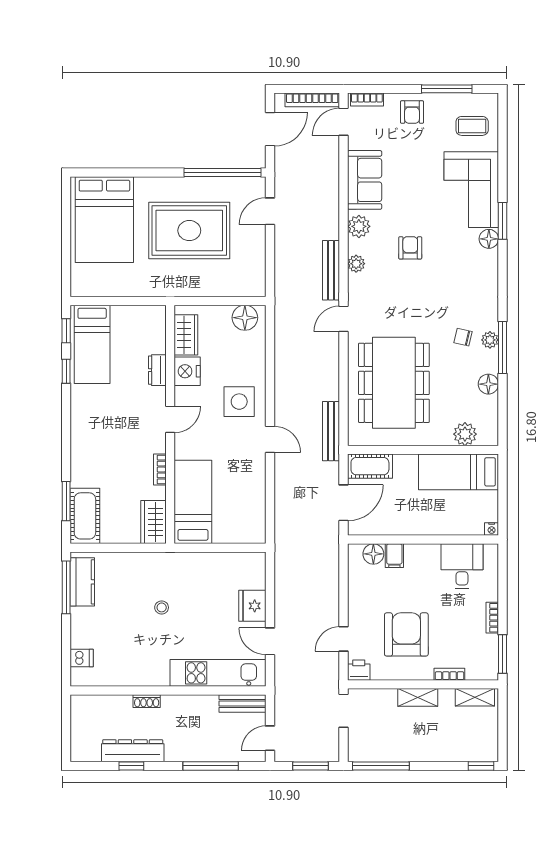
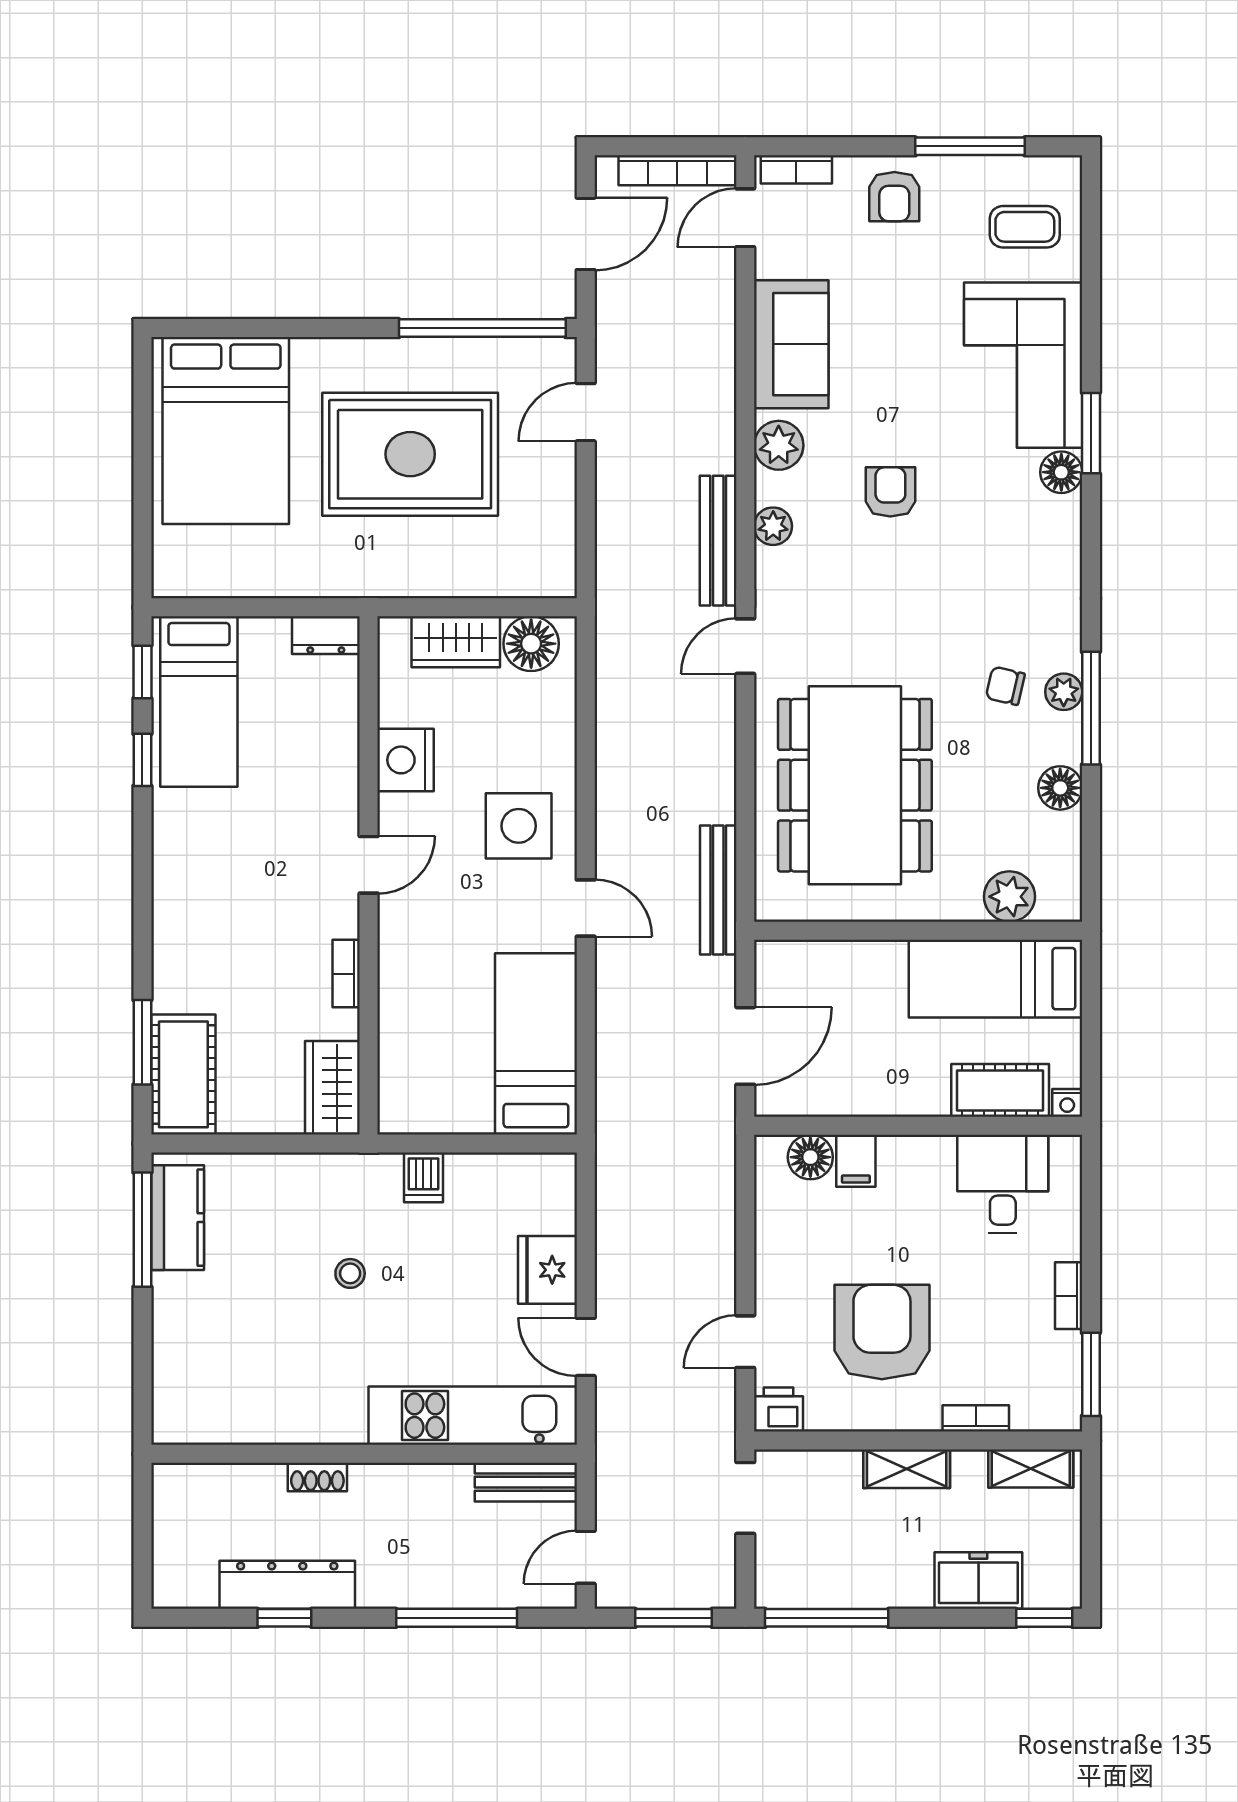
wardrobe: (186, 335) -> (456, 642), moved, turned 90
dresser: (157, 370) -> (326, 635), moved, turned -90
cot: (370, 466) -> (1000, 1090), moved
bed: (193, 502) -> (536, 1044), moved
dishwasher: (82, 658) -> (423, 1177), moved, turned 90
freezer: (451, 749) -> (978, 1581), added

